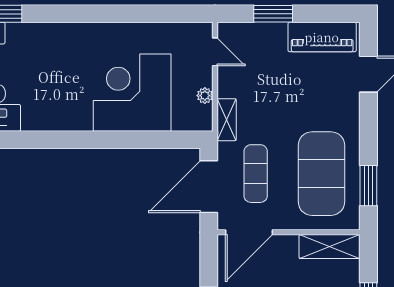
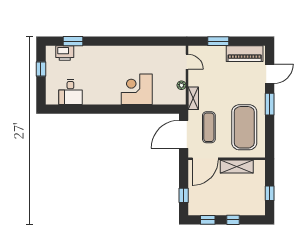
corner desk: (132, 93) -> (137, 89), width x0.74, depth x0.74
window: (368, 186) -> (270, 104), moved
shelving: (330, 246) -> (237, 167), moved

